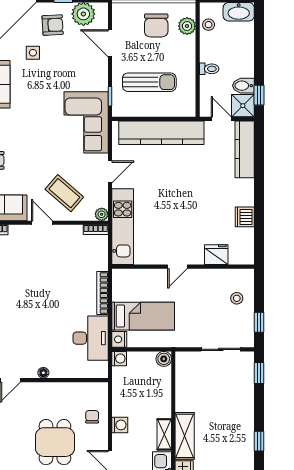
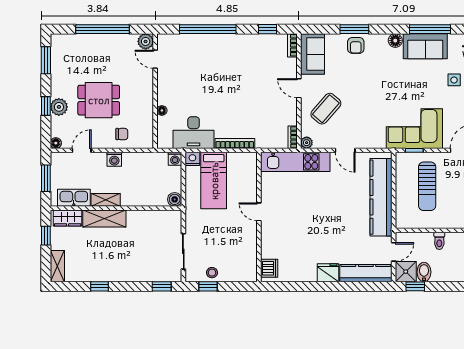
corner sofa: (86, 122) -> (414, 129), moved
dishwasher: (245, 217) -> (269, 268), moved, turned 90
door: (42, 223) -> (299, 88), swing flipped
fridge: (216, 255) -> (328, 273), moved, turned -90
stool: (237, 298) -> (212, 273), moved
floor lamp: (43, 373) -> (162, 110), moved

